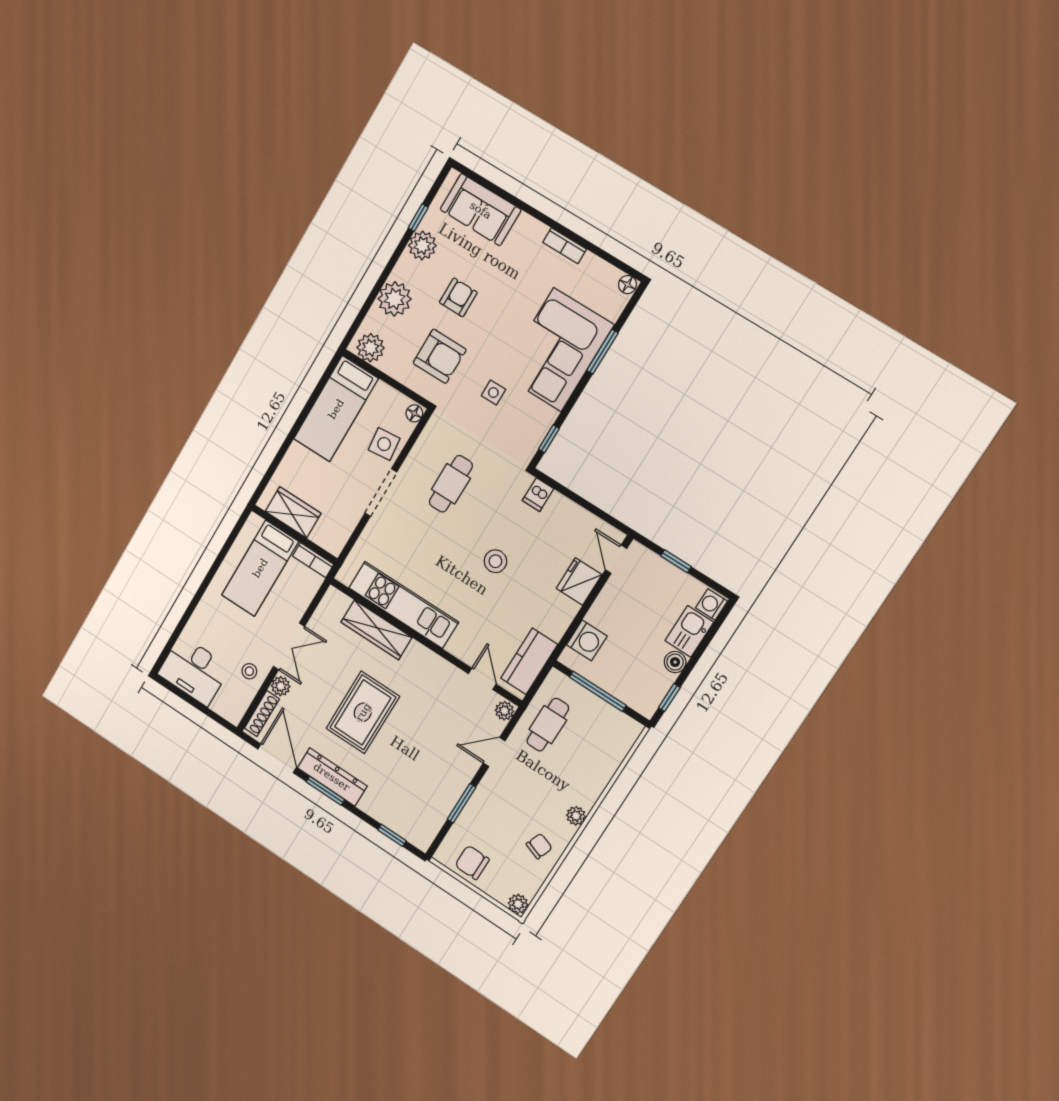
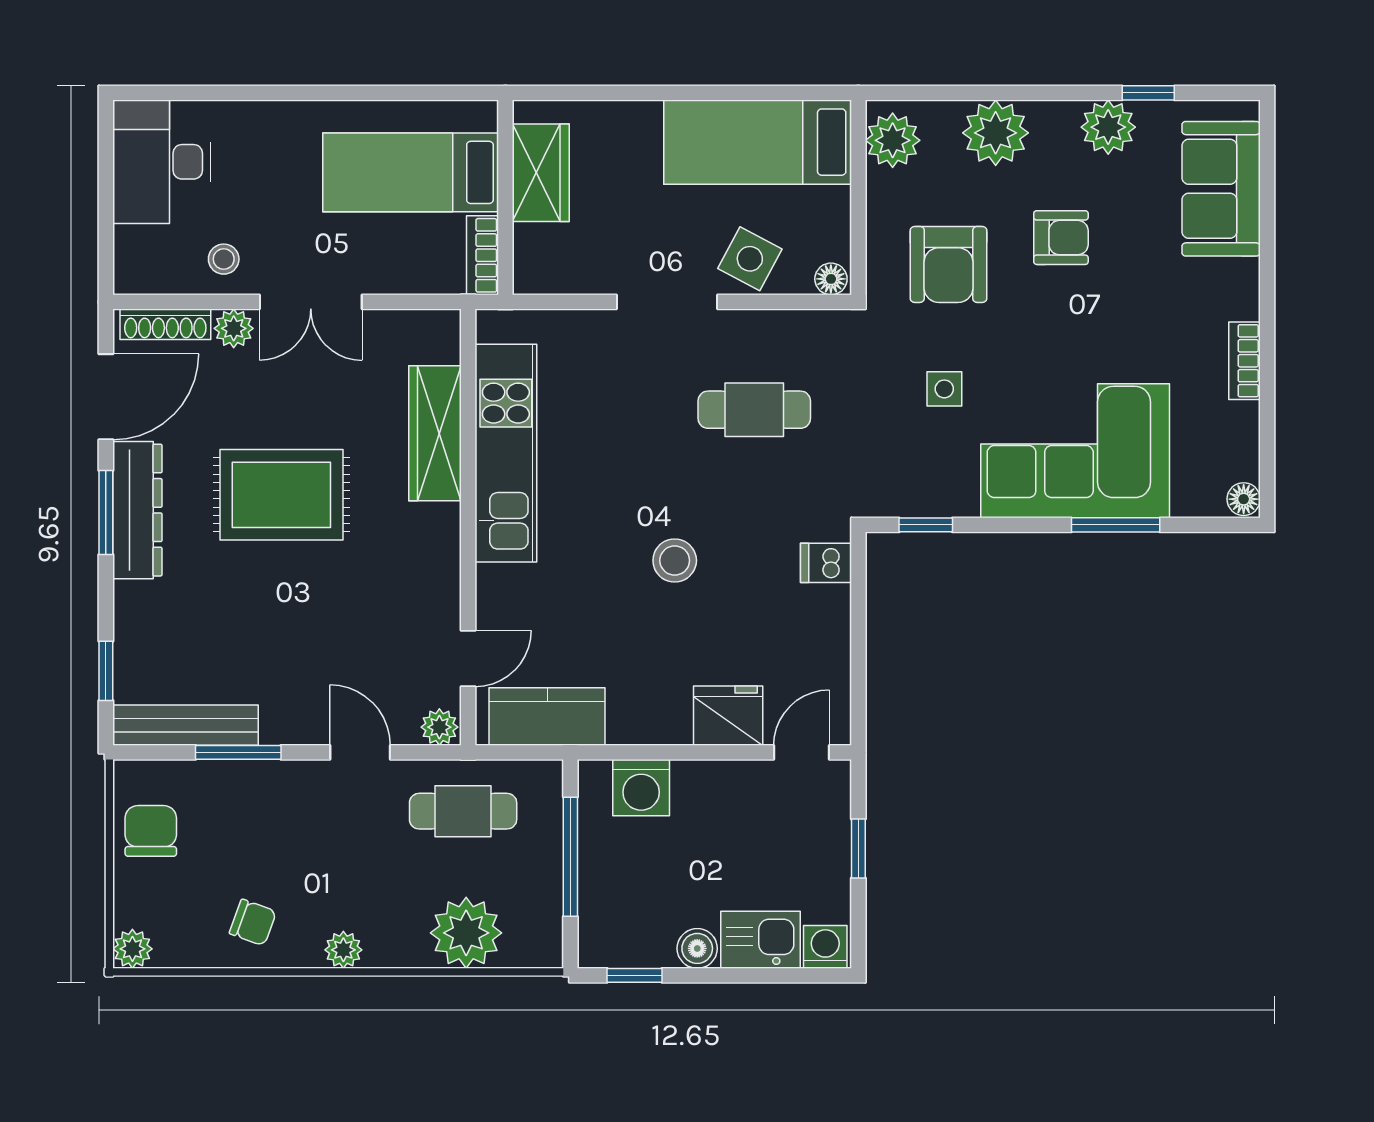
side table: (384, 444) -> (750, 259), turned 34
plant: (603, 758) -> (466, 933), added
bench: (436, 818) -> (185, 725), added

